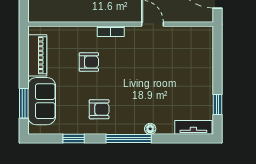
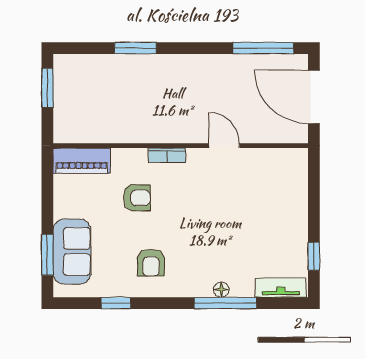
piano: (37, 55) -> (82, 161), moved, turned 90
armchair: (99, 109) -> (151, 263), turned 90
window: (129, 139) -> (225, 303), moved

